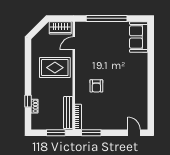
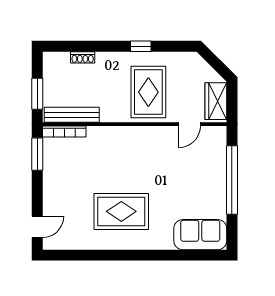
door: (74, 43) -> (189, 124), swing flipped
rug: (125, 83) -> (121, 211), added
armchair: (96, 86) -> (117, 163), removed
window: (28, 101) -> (141, 46), moved

